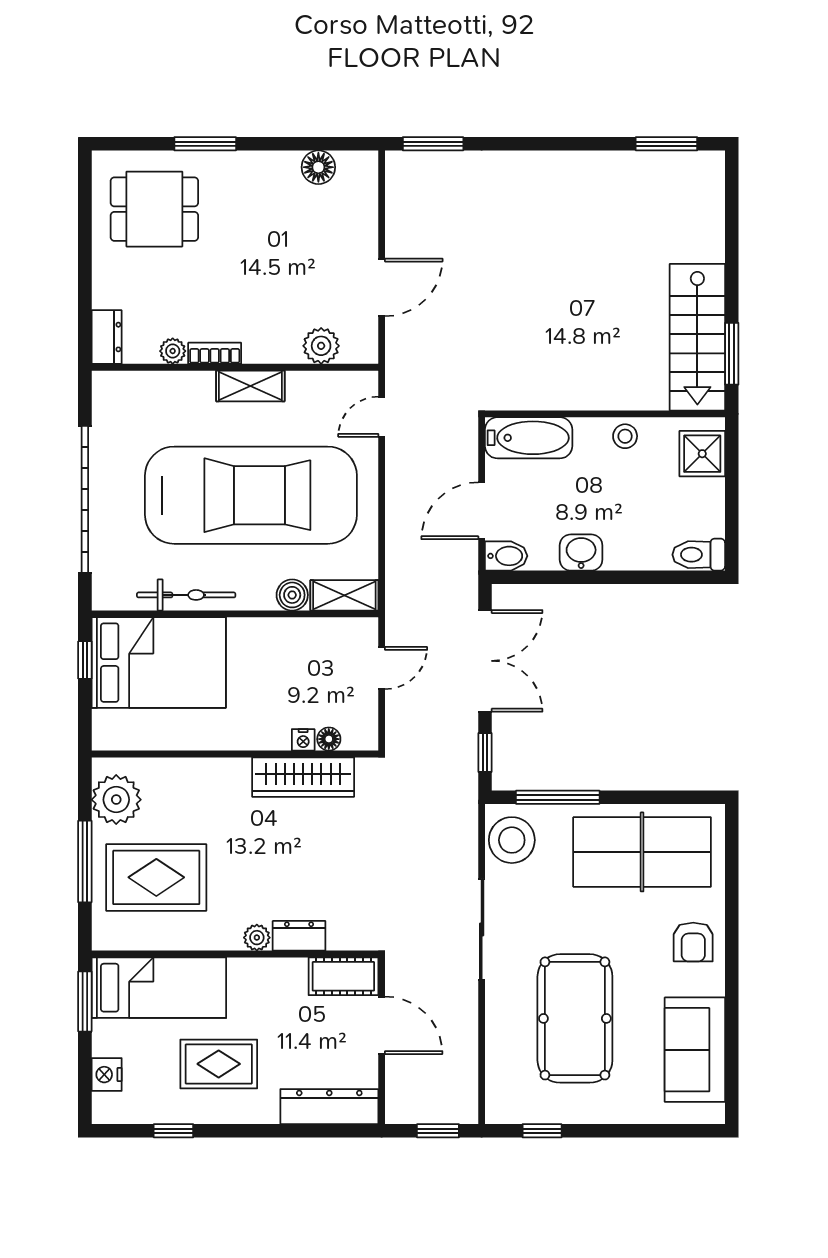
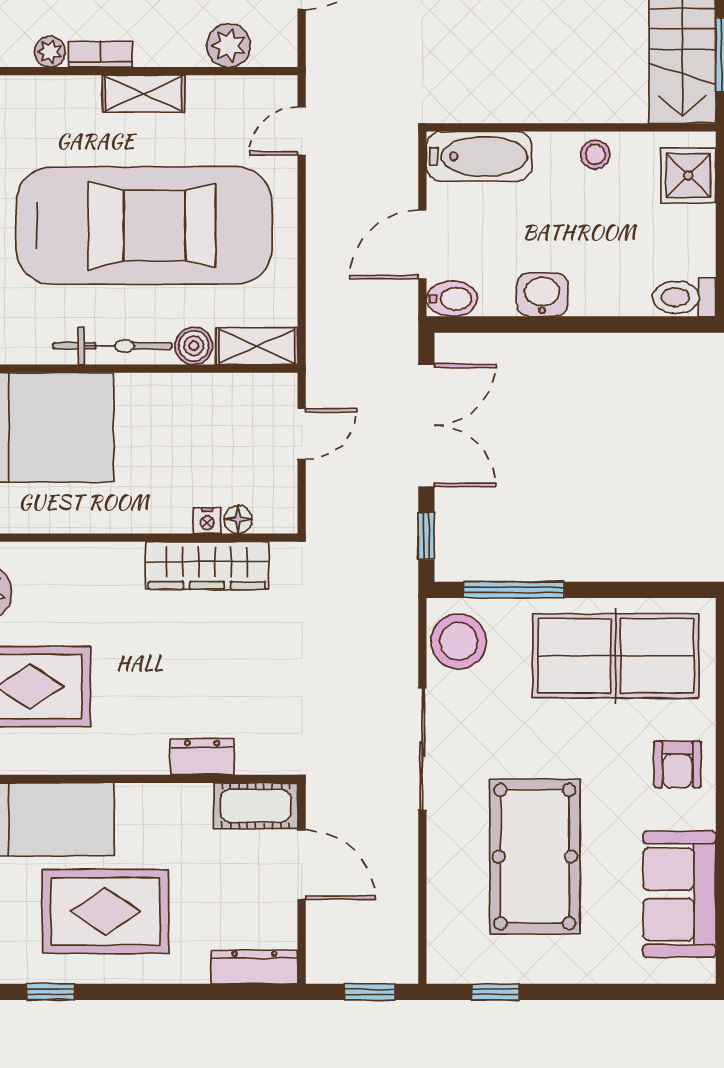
bicycle: (186, 595) -> (112, 346), moved
plant: (257, 938) -> (151, 759), removed
rug: (219, 1064) -> (105, 911), width x1.36, depth x1.43
dresser: (329, 1107) -> (254, 967), width x0.73, depth x0.80

